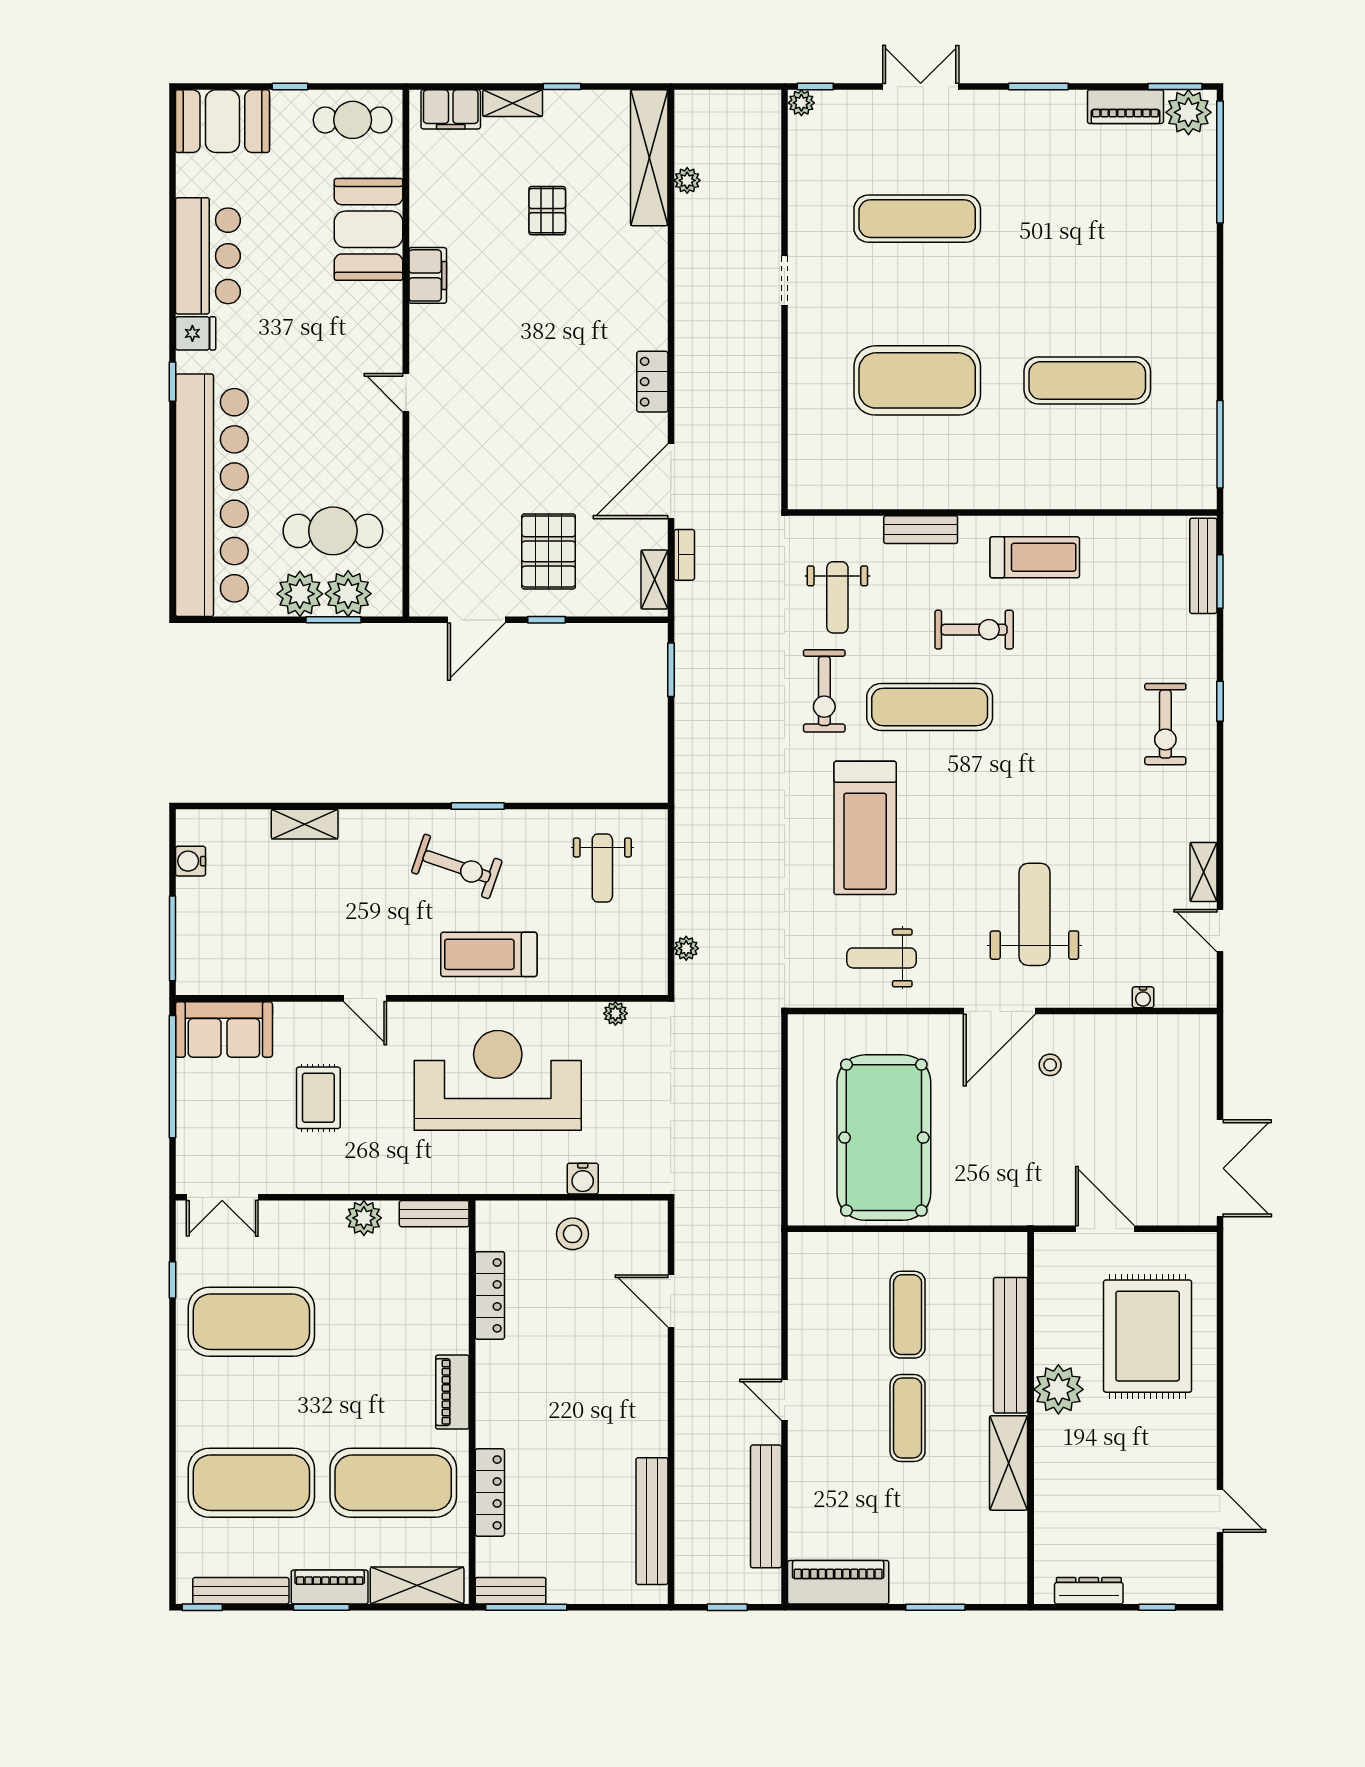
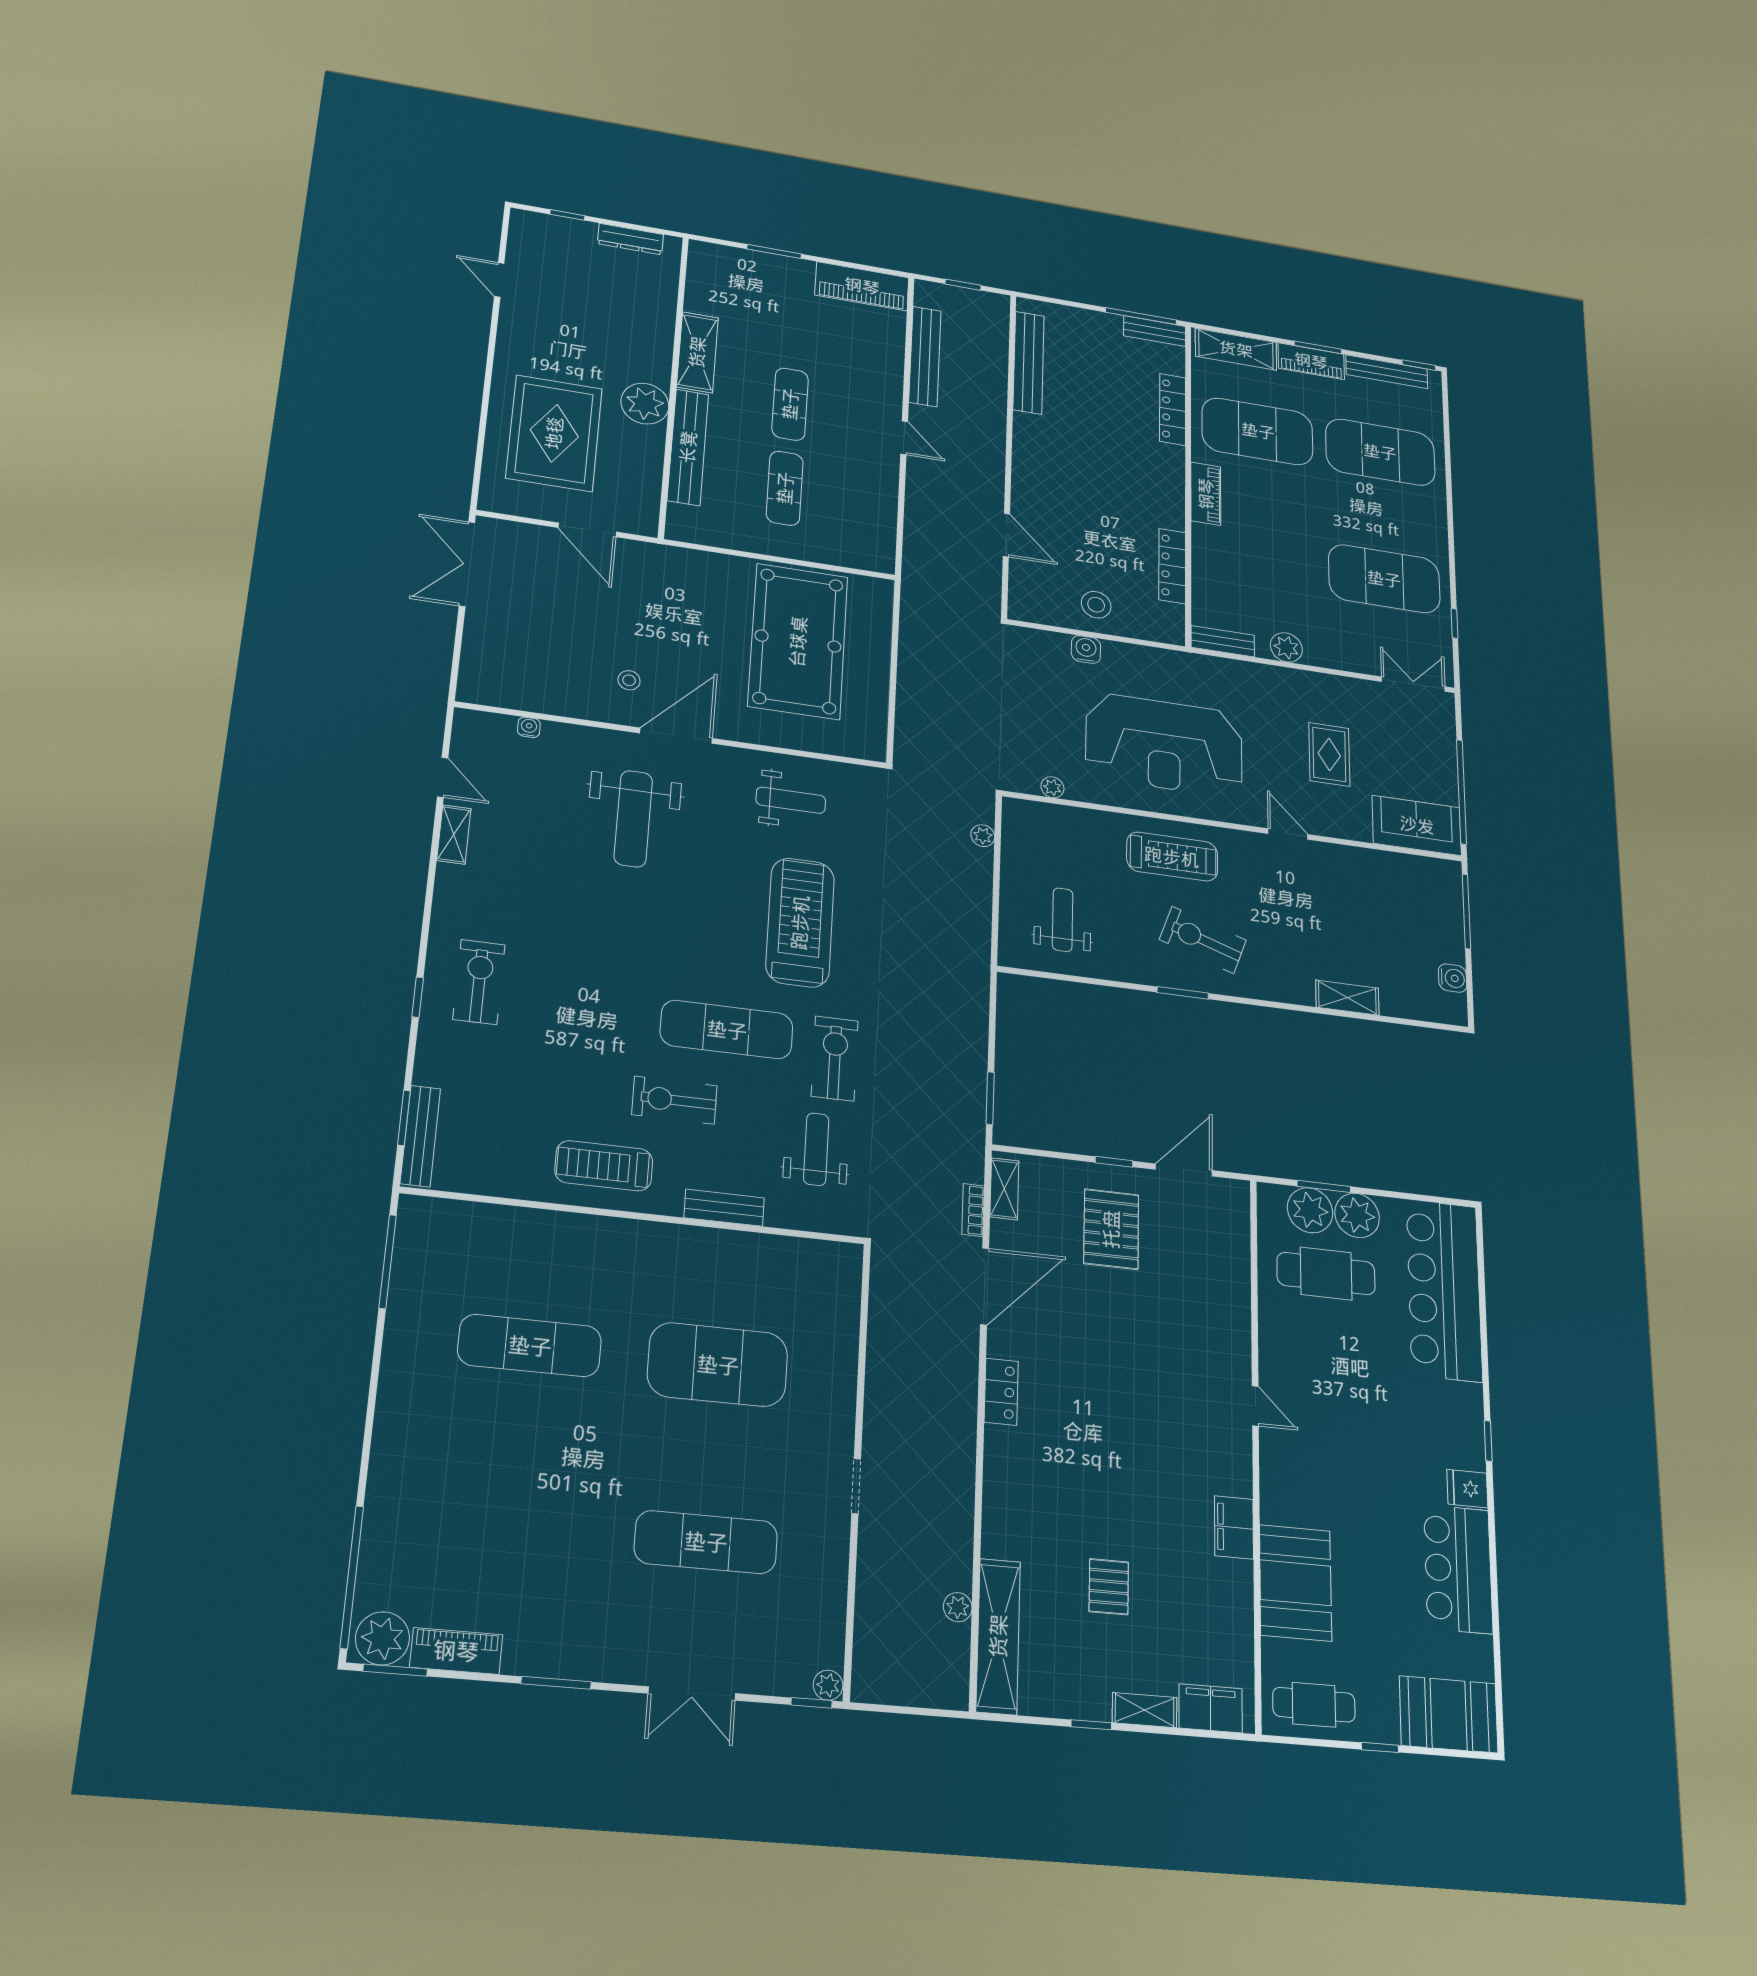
bar counter: (212, 495) -> (1444, 1290), width x0.73

